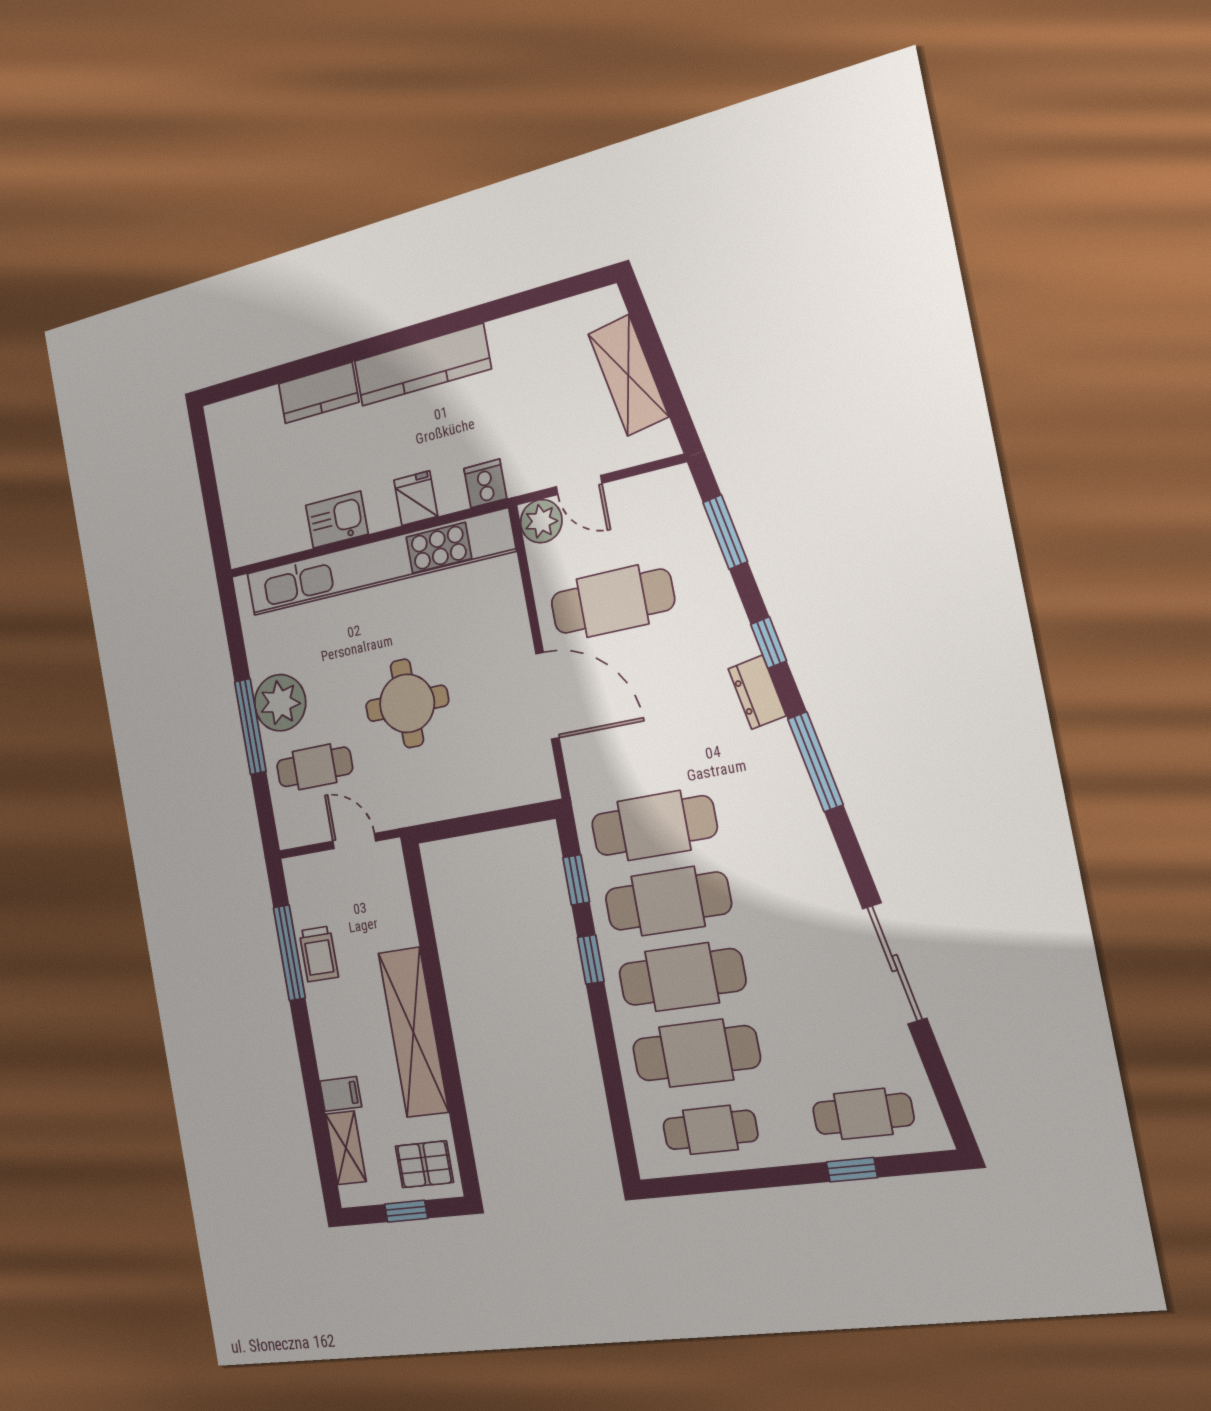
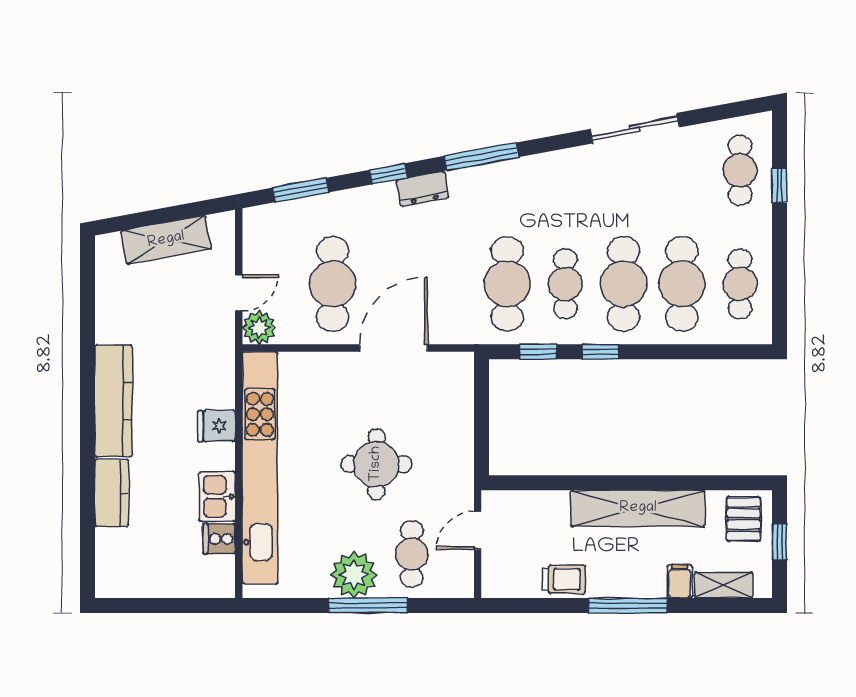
cooker: (485, 484) -> (219, 539), moved
cafe table: (668, 901) -> (565, 284), width x0.73, depth x0.74
window: (289, 953) -> (628, 606), moved

